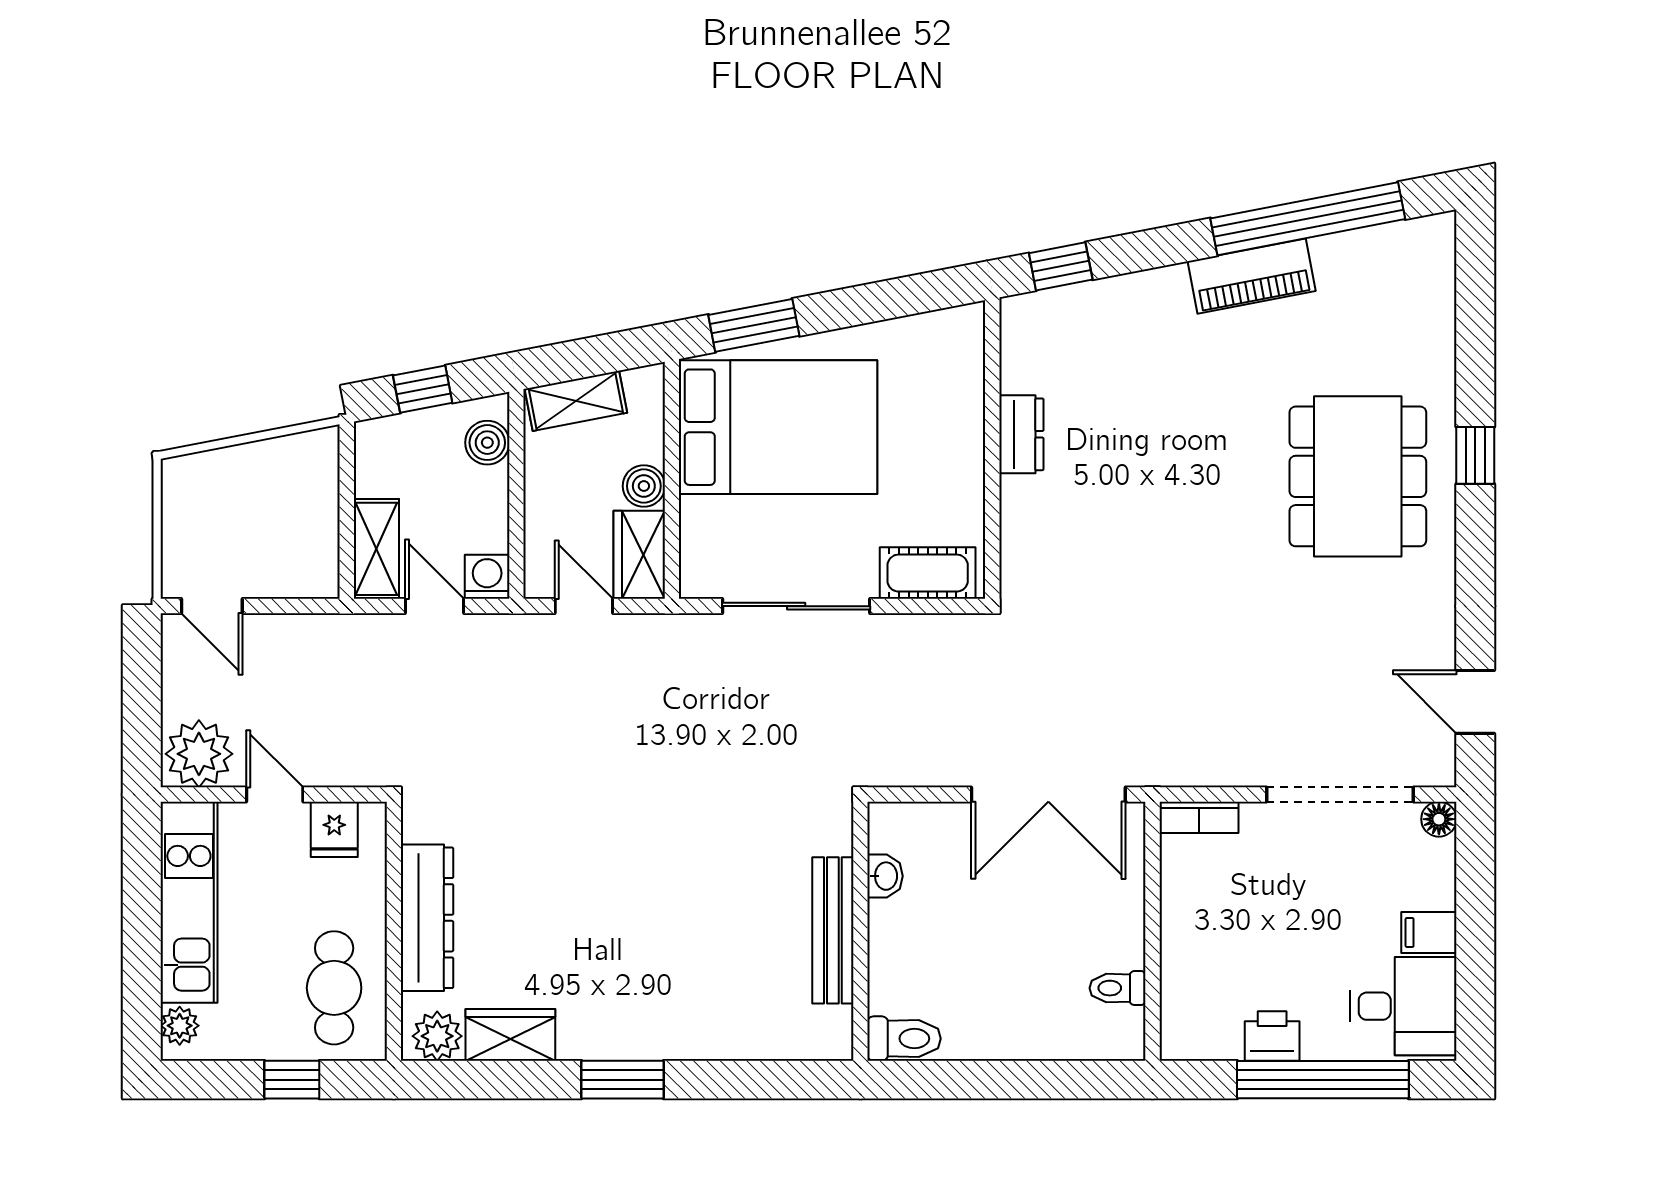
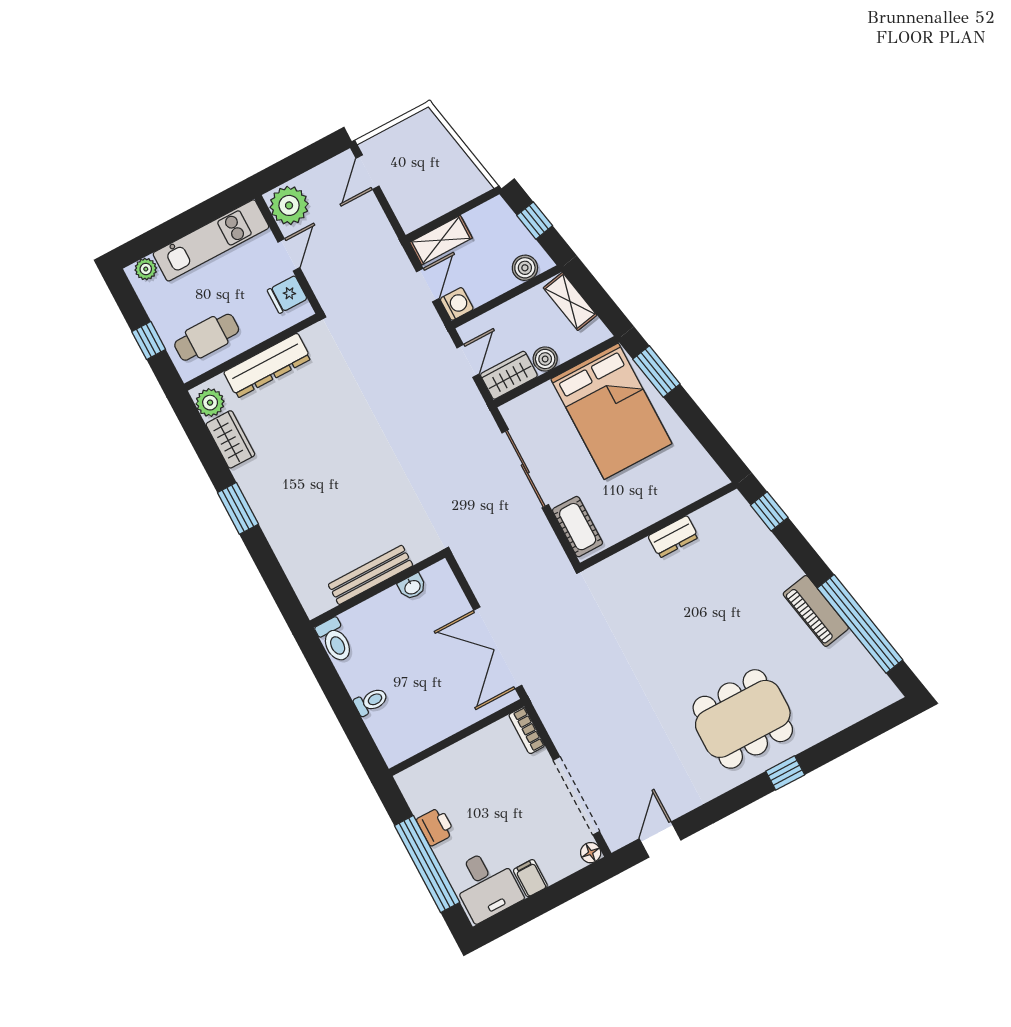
toilet: (1118, 988) -> (371, 701), moved, turned 90

